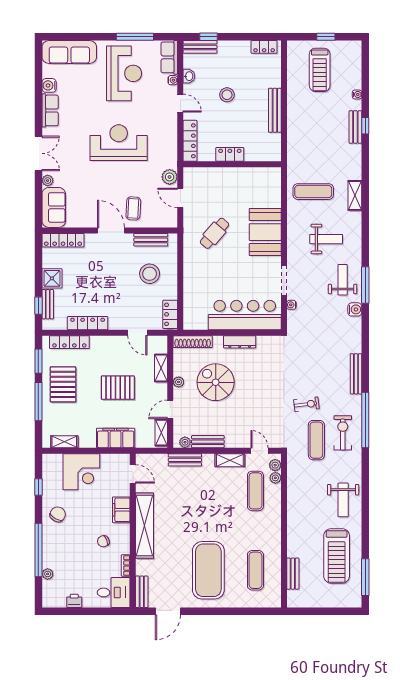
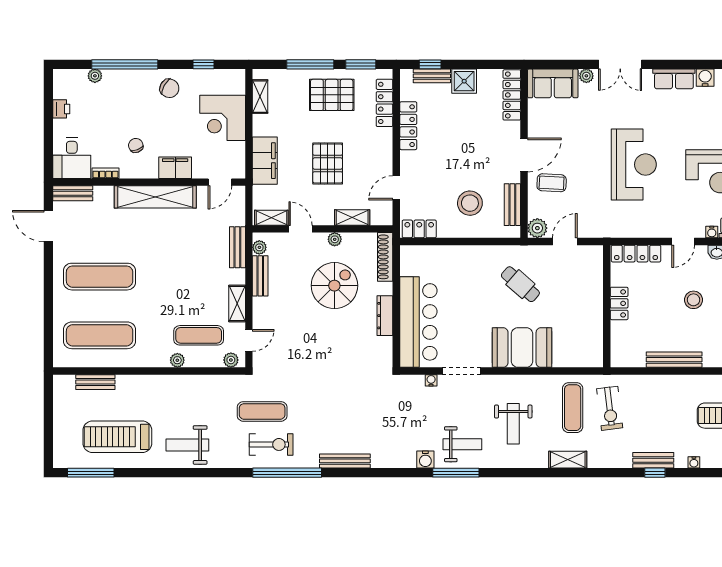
plant: (170, 177) -> (537, 228), moved
exercise bike: (307, 404) -> (610, 408), moved, width x1.38, depth x1.39
plant: (275, 478) -> (177, 360), moved
exercise mat: (208, 570) -> (100, 277), width x0.68
exercise mat: (255, 570) -> (100, 335), width x1.36, depth x1.45

